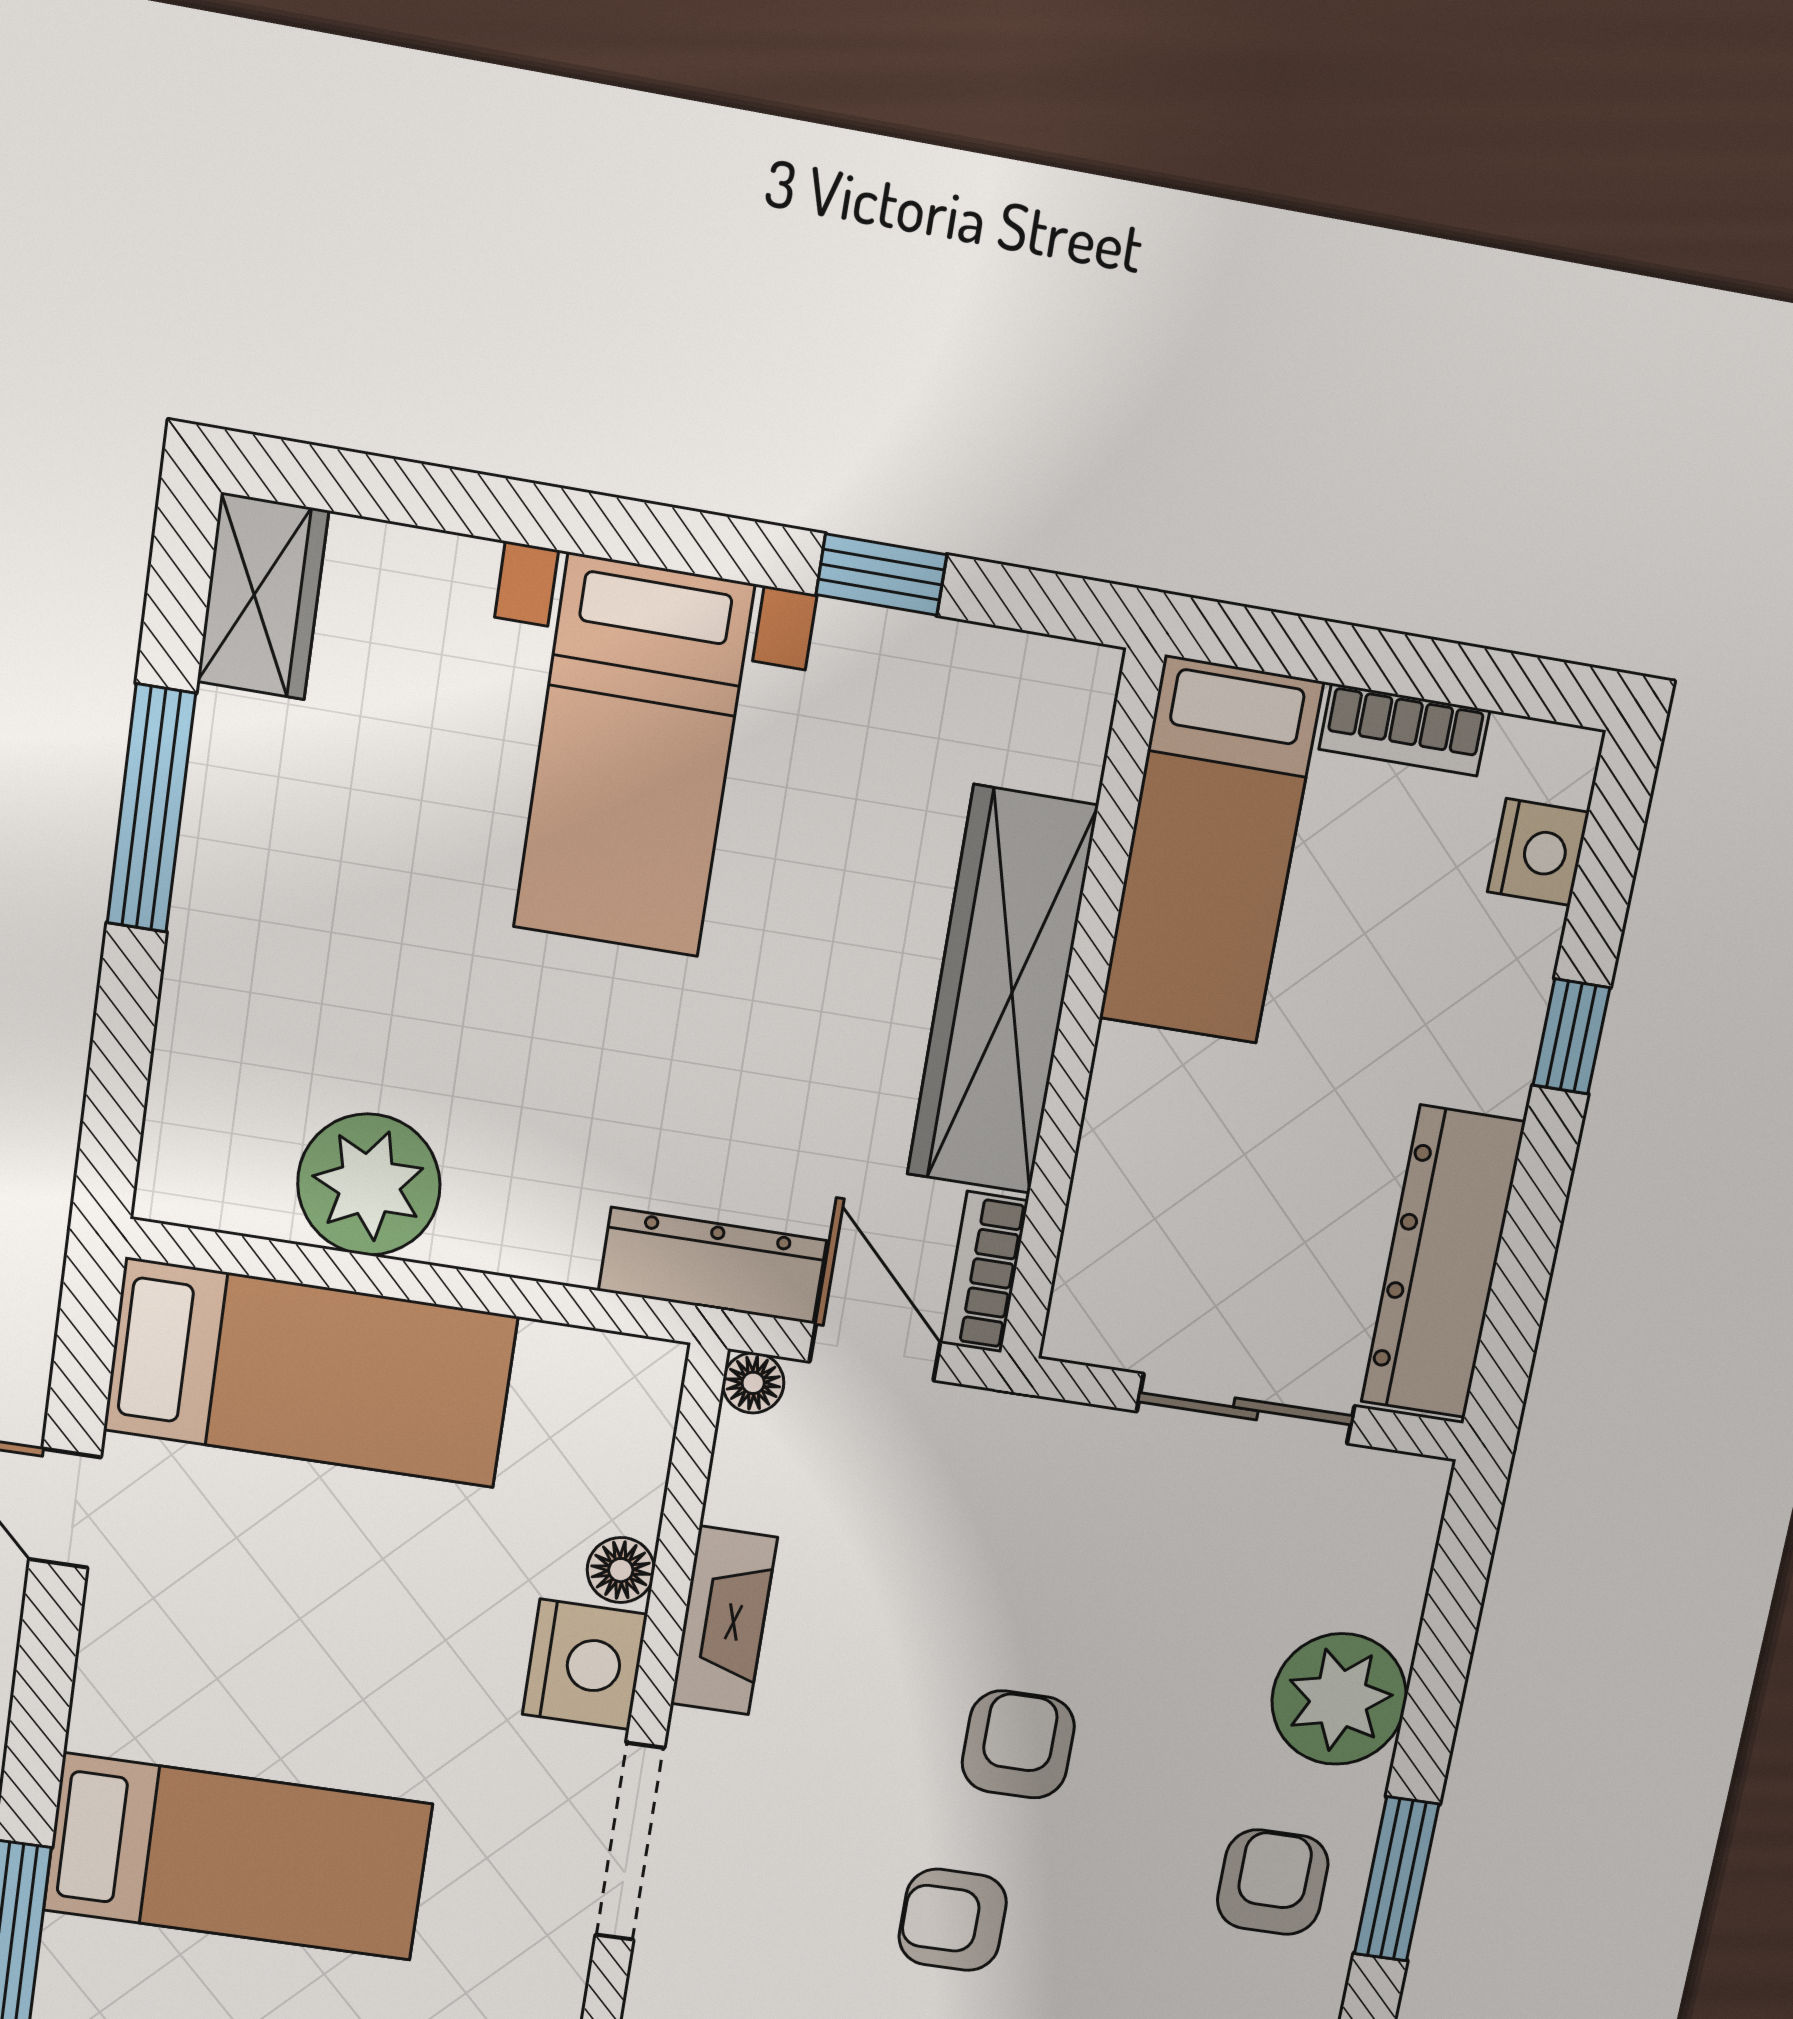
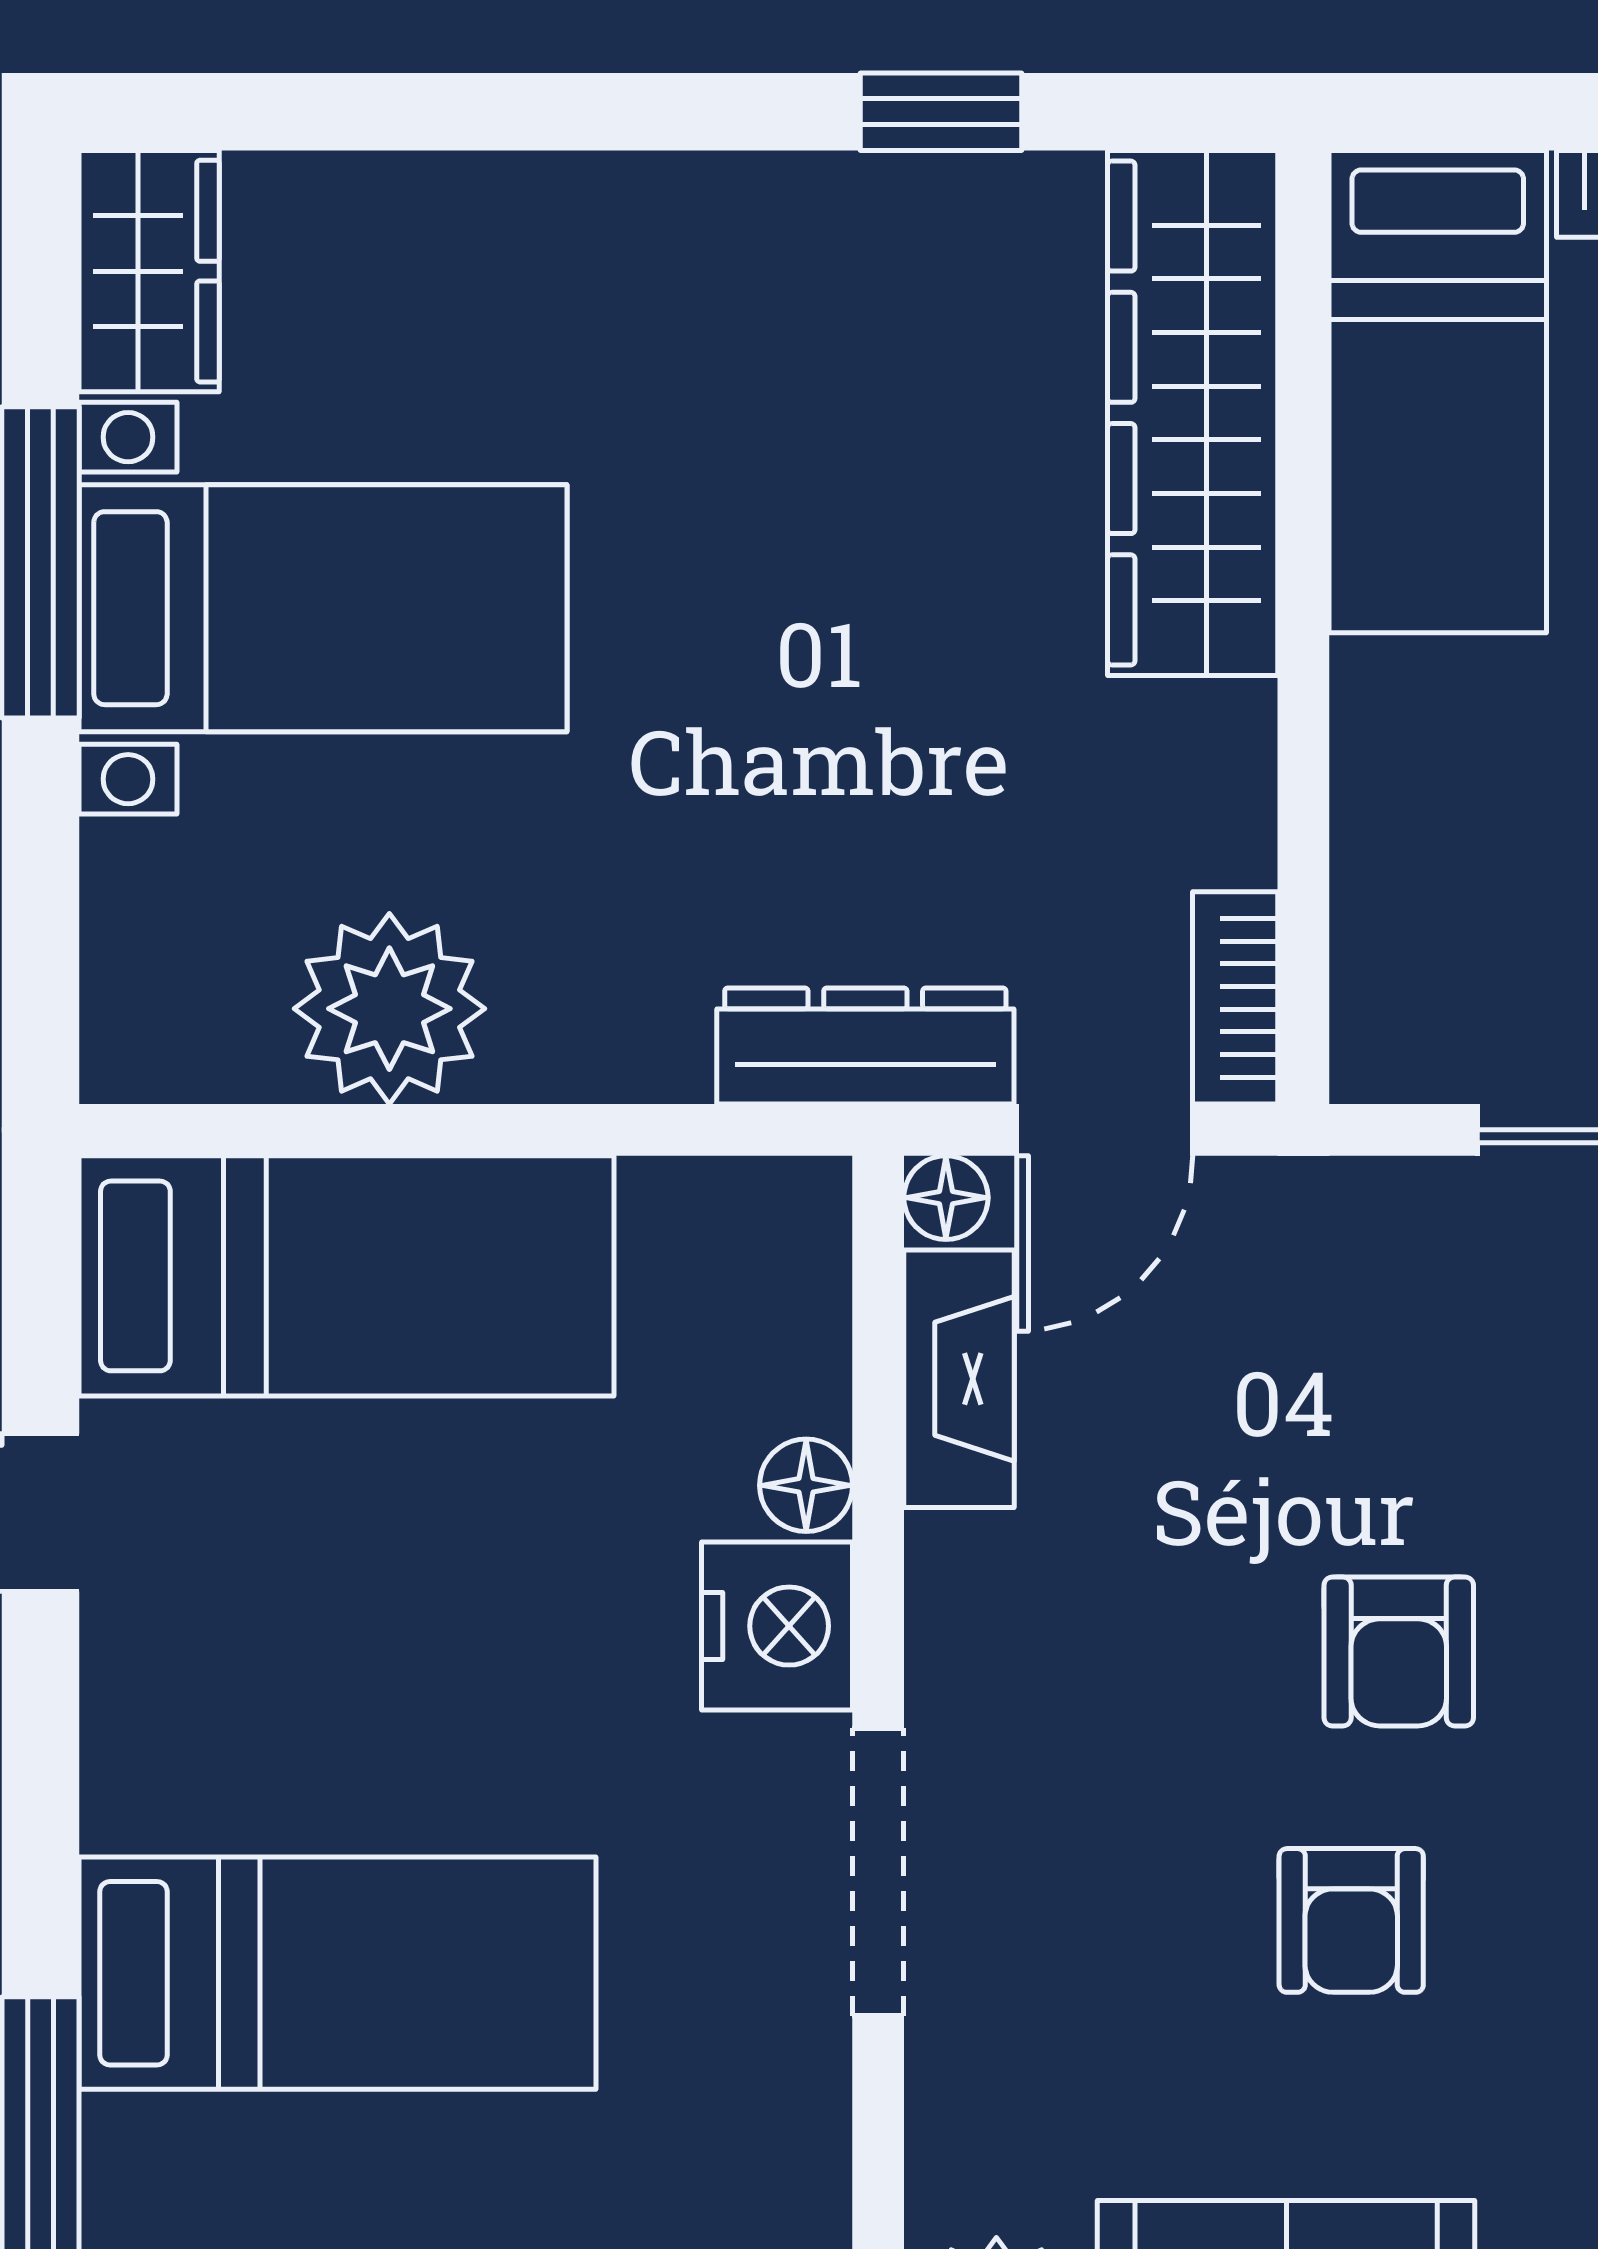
bed with nightstands: (633, 757) -> (323, 608), moved, turned -90
wardrobe: (1002, 991) -> (1193, 413), moved
door: (875, 1352) -> (1105, 1130), swing flipped
fireplace: (724, 1621) -> (959, 1379), moved
armchair: (1018, 1744) -> (1399, 1651), turned 180
armchair: (953, 1920) -> (1351, 1920), turned -90

